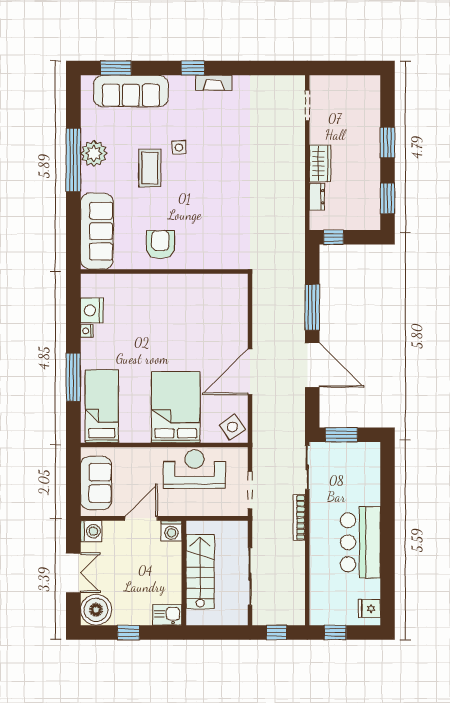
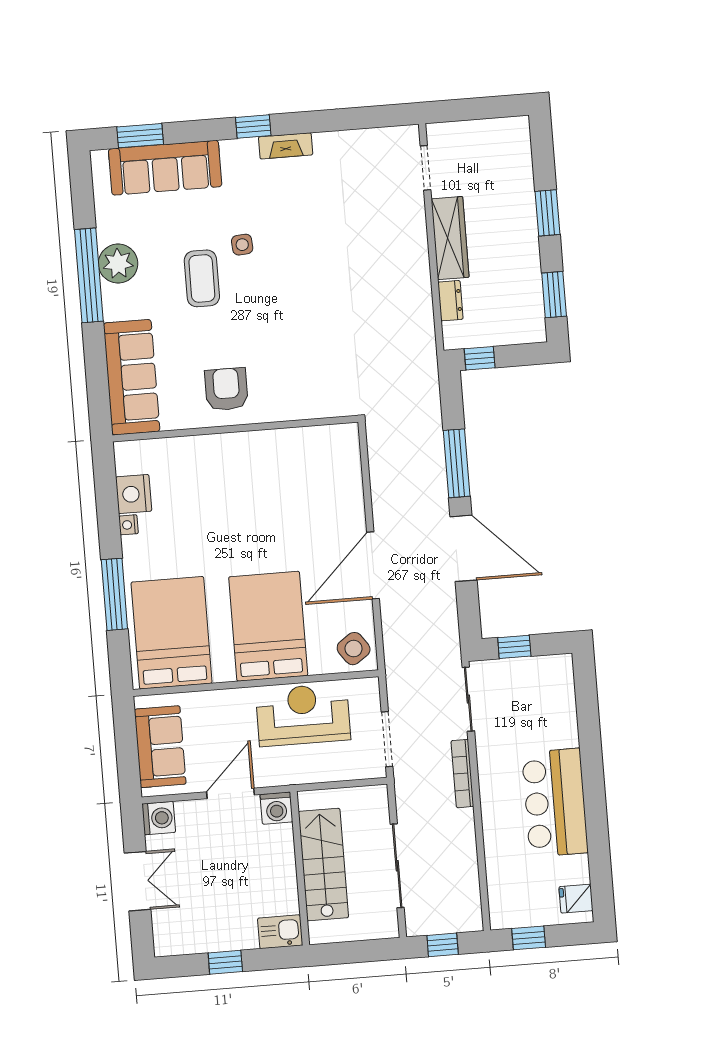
wardrobe: (320, 163) -> (450, 238), width x1.50
bed: (102, 406) -> (172, 633), width x1.50
window: (341, 435) -> (514, 647), width x0.67
boiler: (96, 610) -> (175, 933), removed

